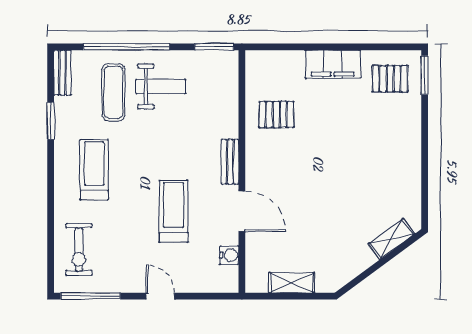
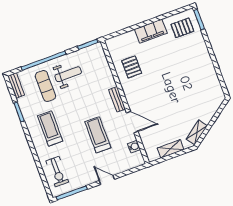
pallet: (276, 115) -> (132, 67), turned 90
shelving: (391, 239) -> (197, 132), moved

